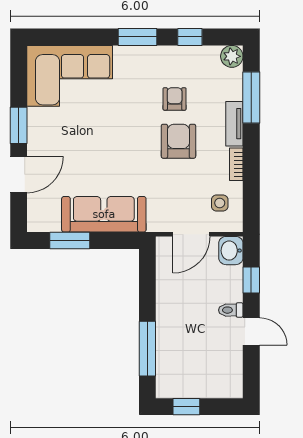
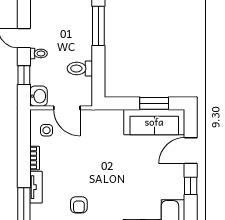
window: (19, 125) -> (191, 186), width x0.67
armchair: (178, 141) -> (76, 175), removed
sofa: (104, 214) -> (154, 122), moved
door: (191, 234) -> (67, 108), swing flipped
toilet: (173, 289) -> (80, 69), added

